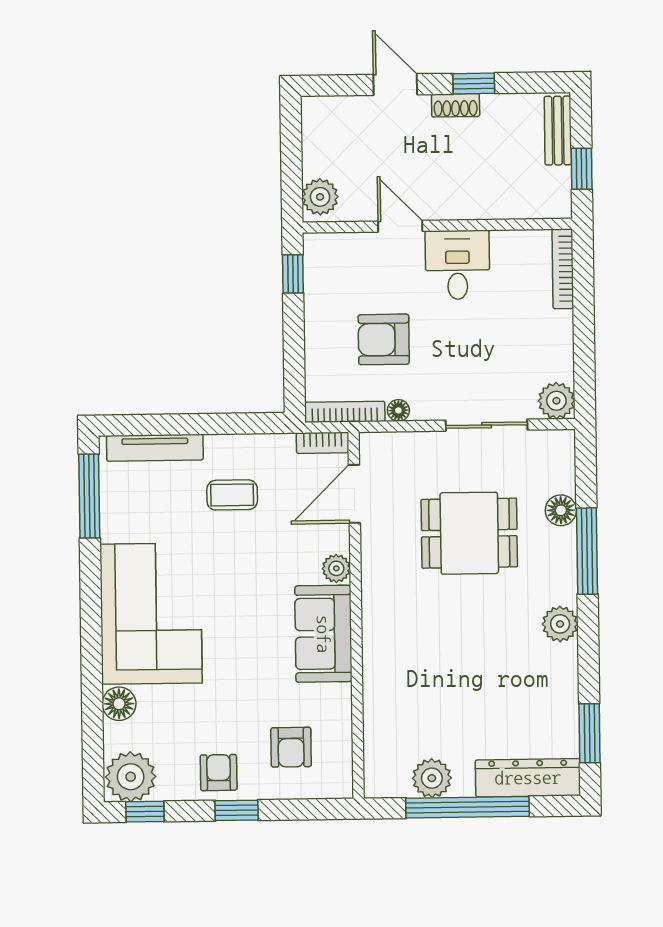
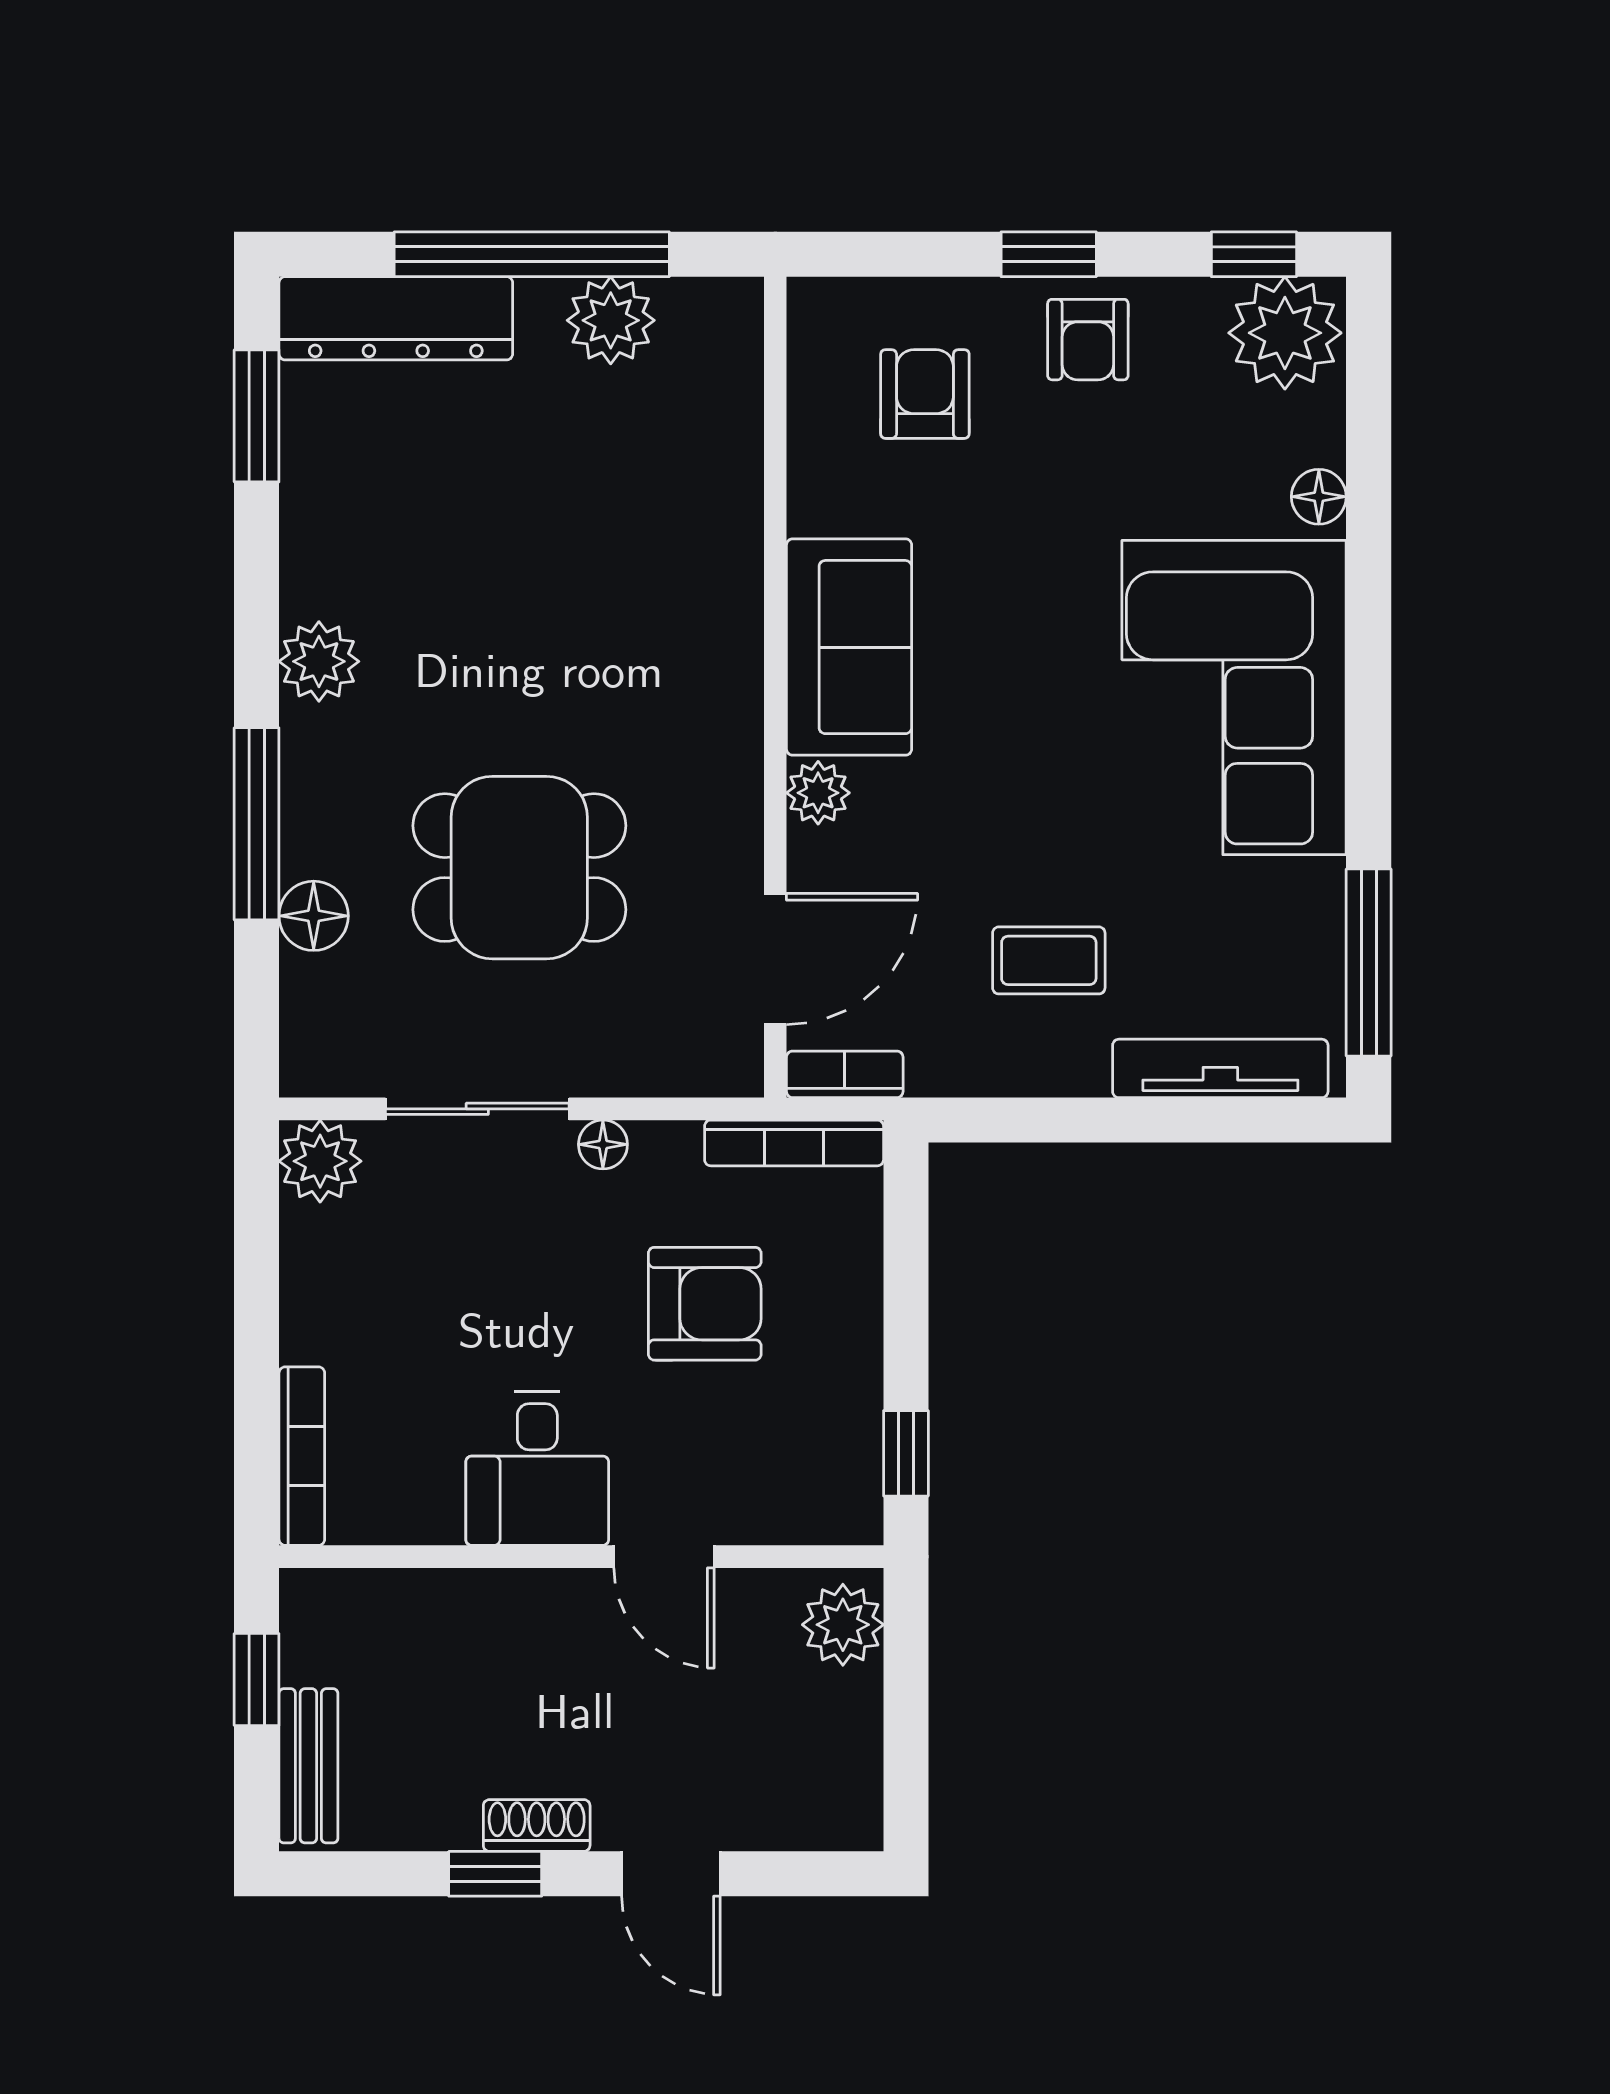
floor lamp: (398, 410) -> (603, 1144), moved
floor lamp: (119, 704) -> (1319, 497), width x0.73, depth x0.73

